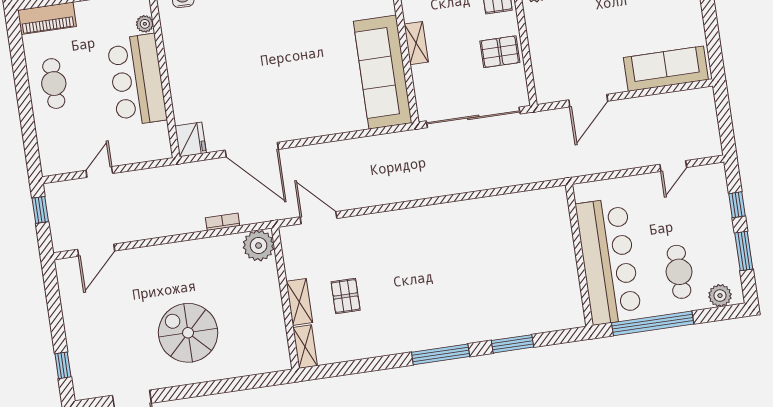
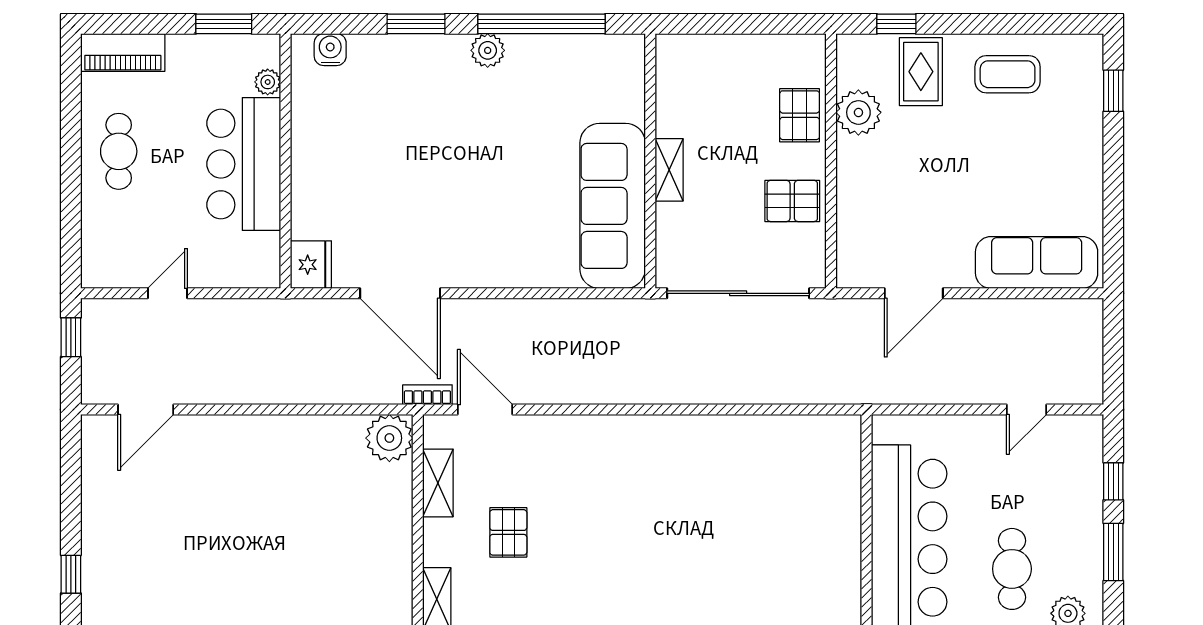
bookcase: (223, 222) -> (427, 395), moved
shelving: (299, 302) -> (438, 483), moved
spiral stairs: (188, 333) -> (265, 553), removed

